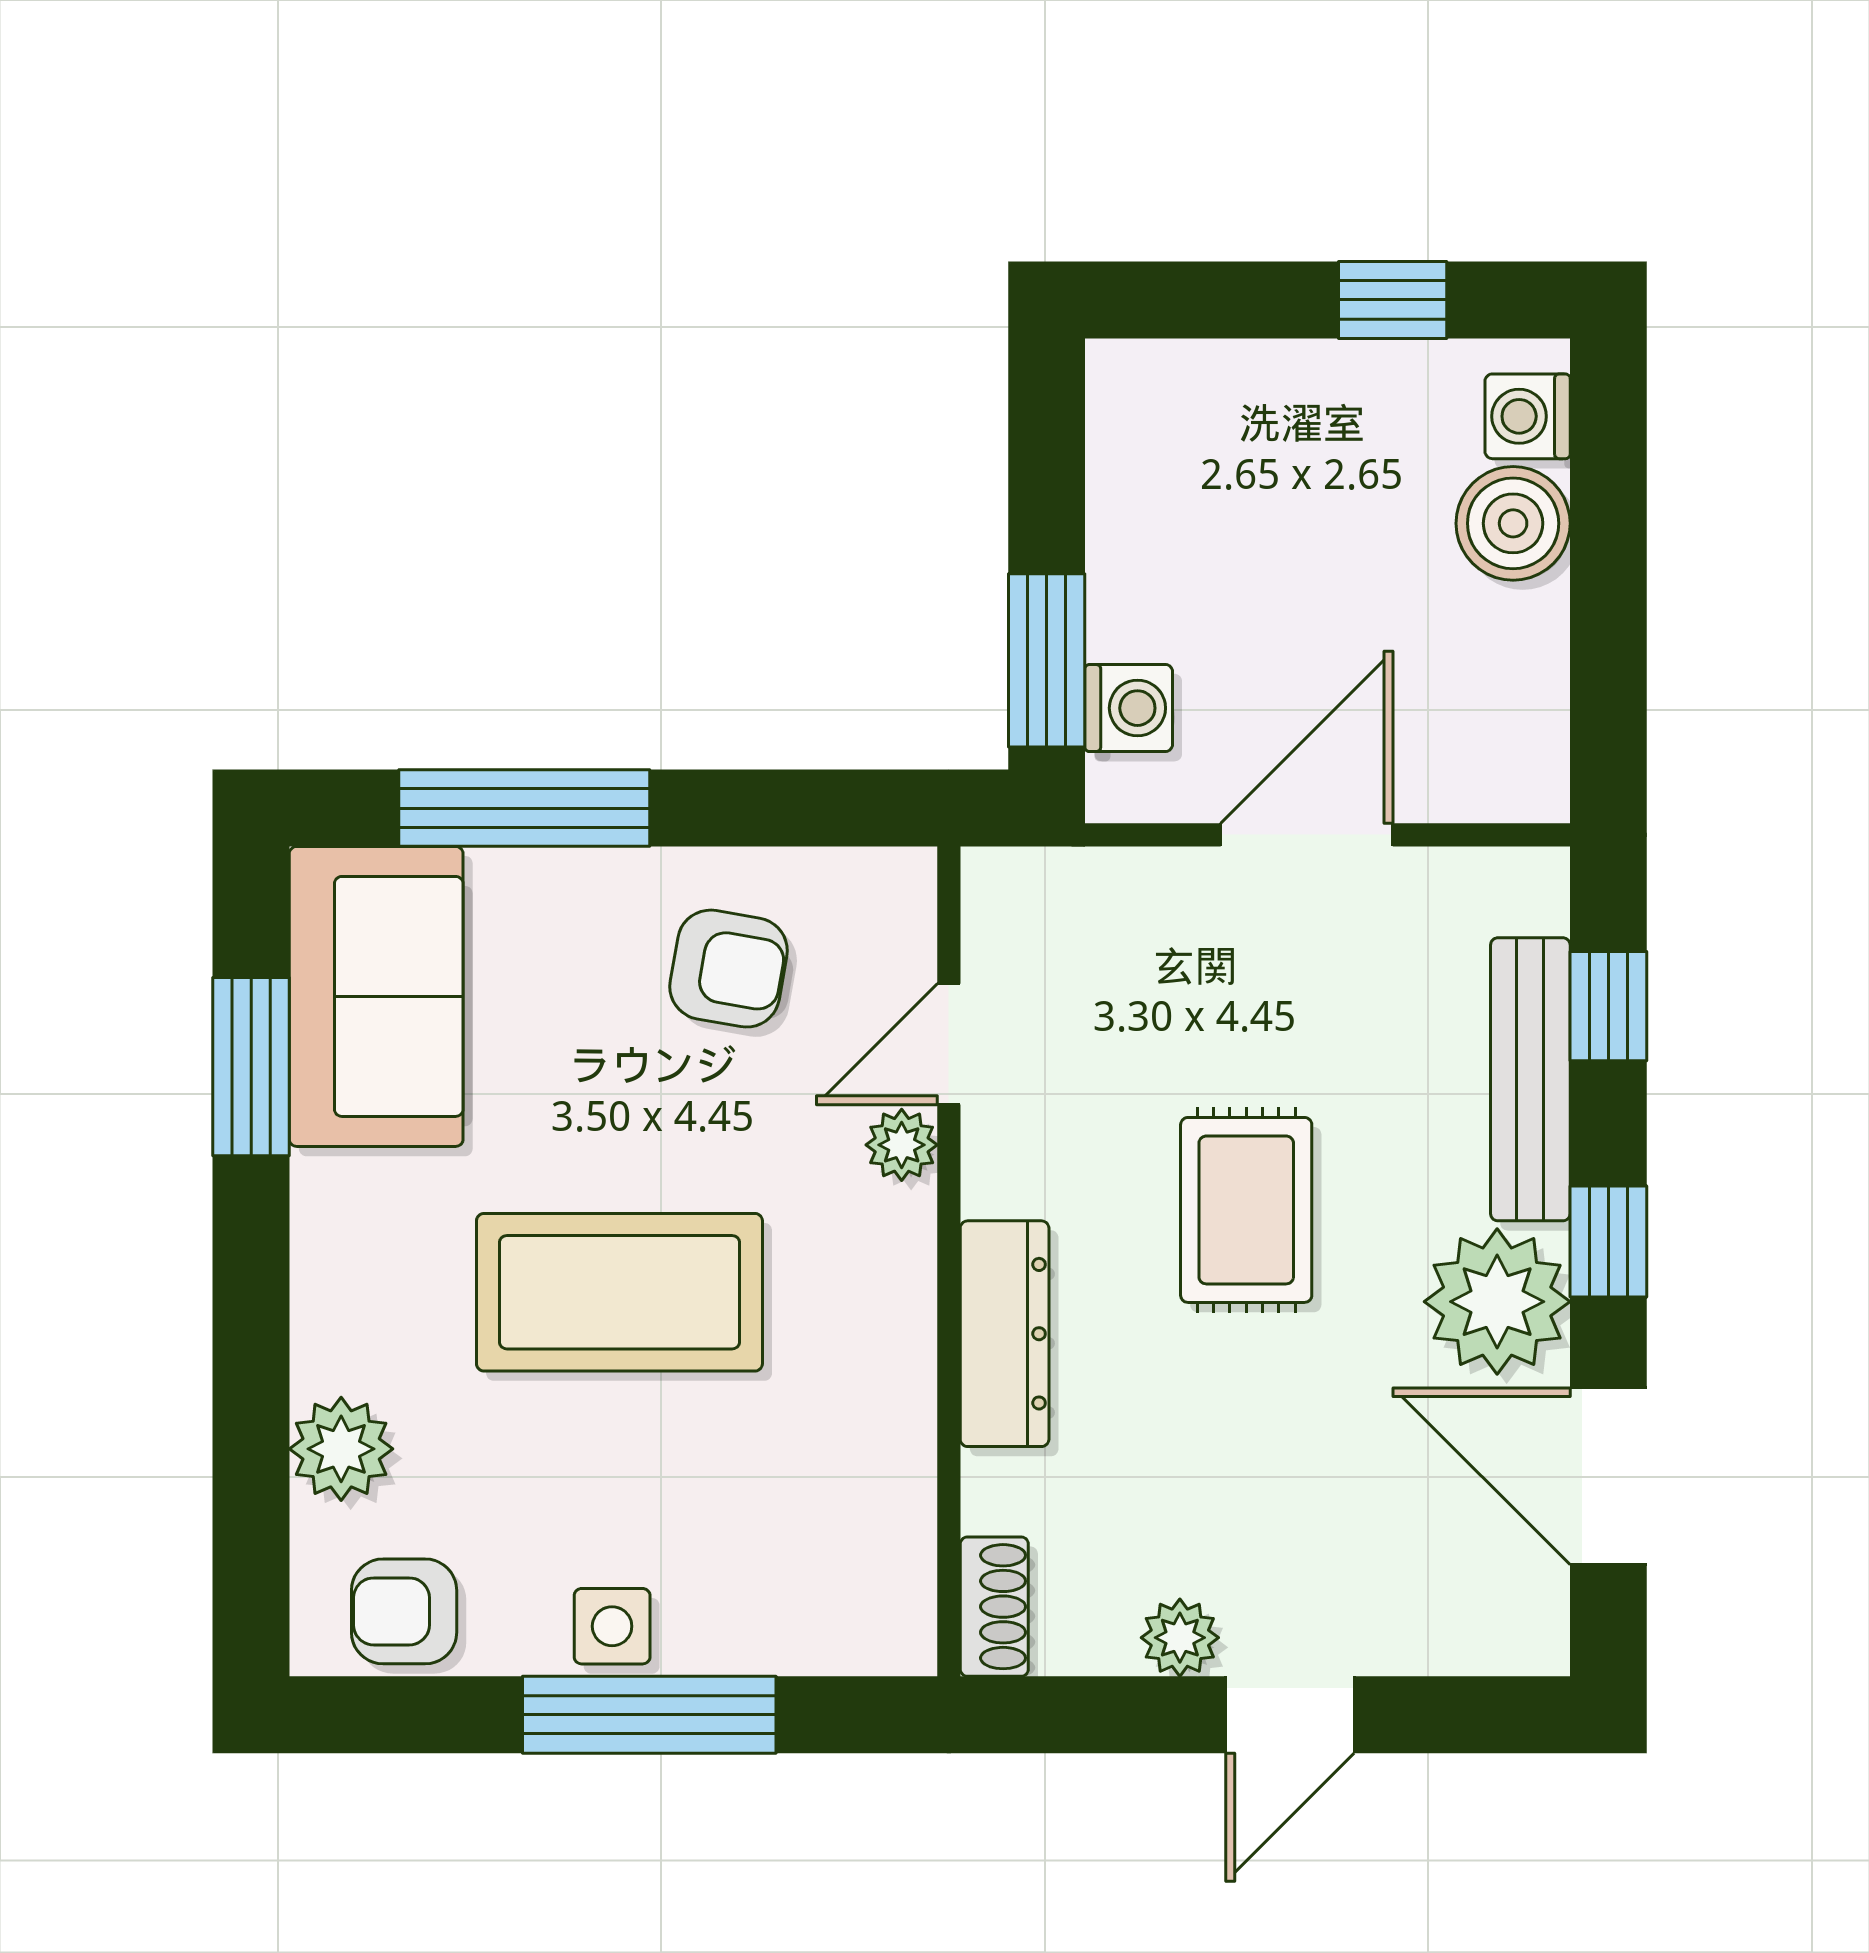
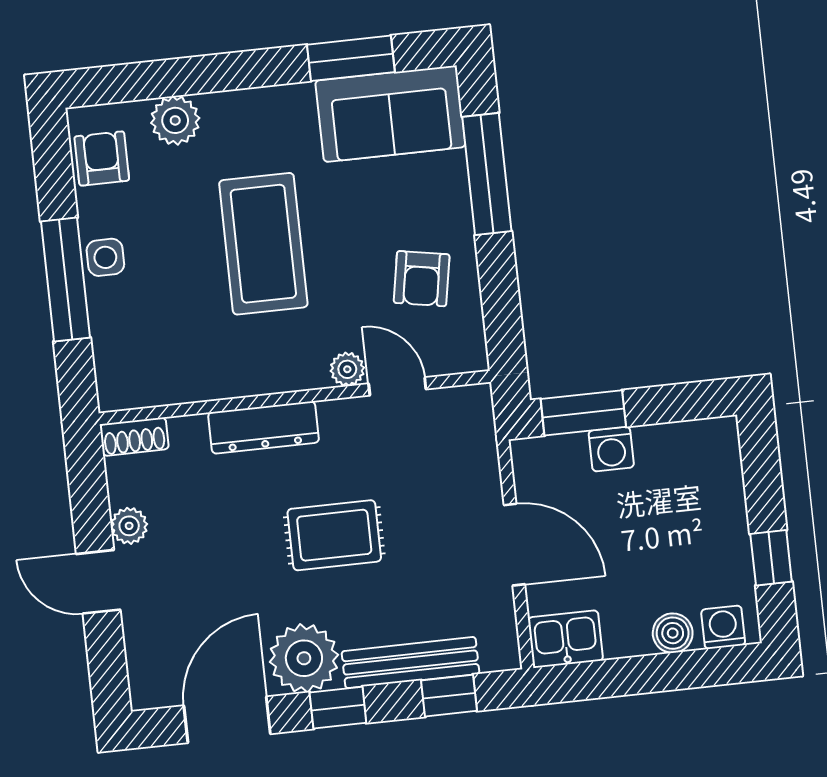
boiler: (1513, 523) -> (673, 633), width x0.73, depth x0.73
washing machine: (1129, 708) -> (611, 449), moved
kitchen sink: (1516, 749) -> (565, 639), added

